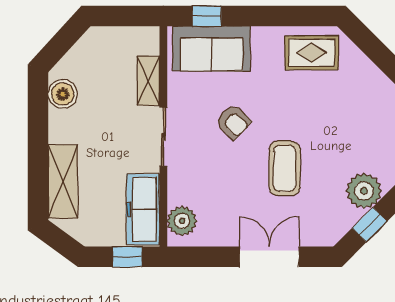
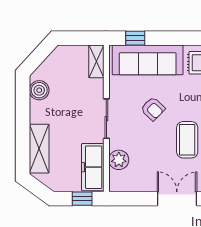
sofa: (211, 49) -> (148, 60), width x1.36
shelving: (148, 81) -> (96, 61), moved
plant: (182, 221) -> (119, 160), moved

